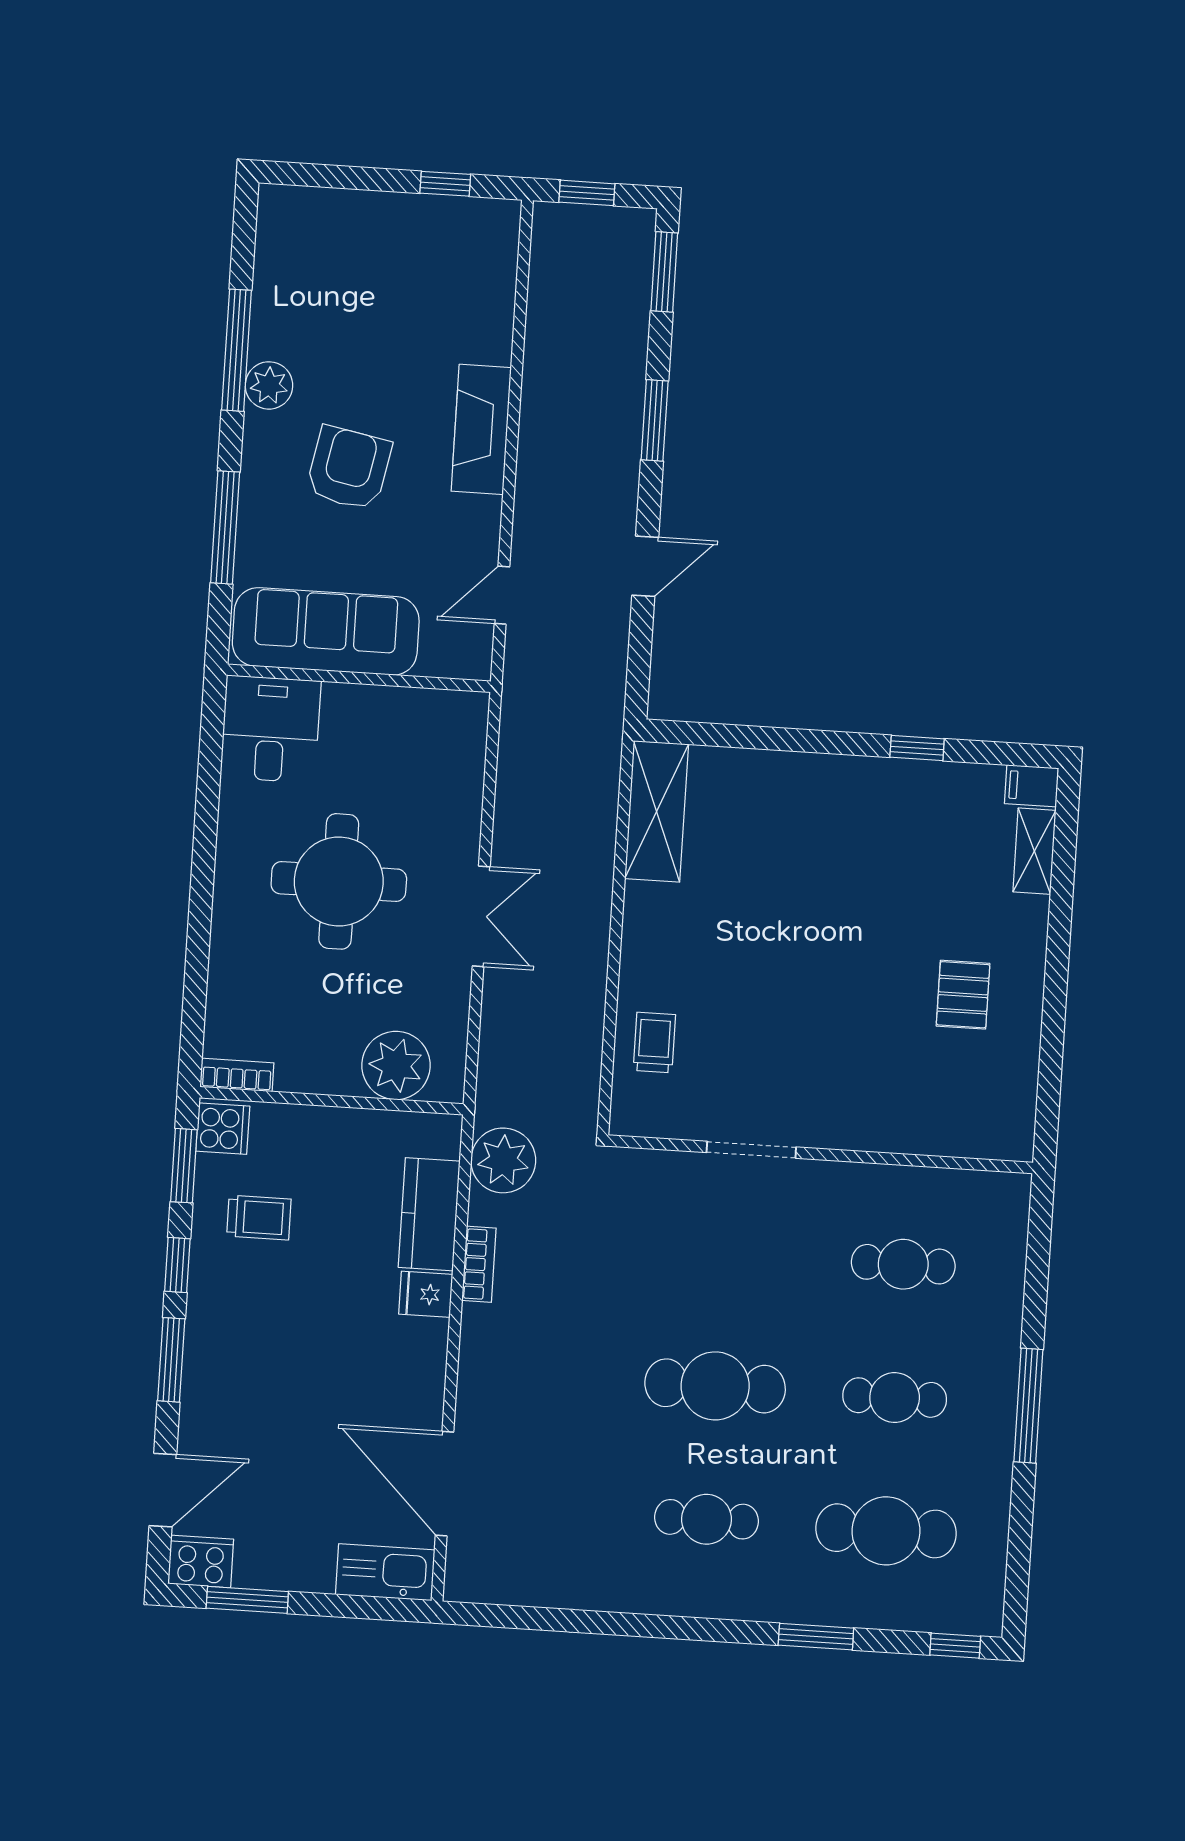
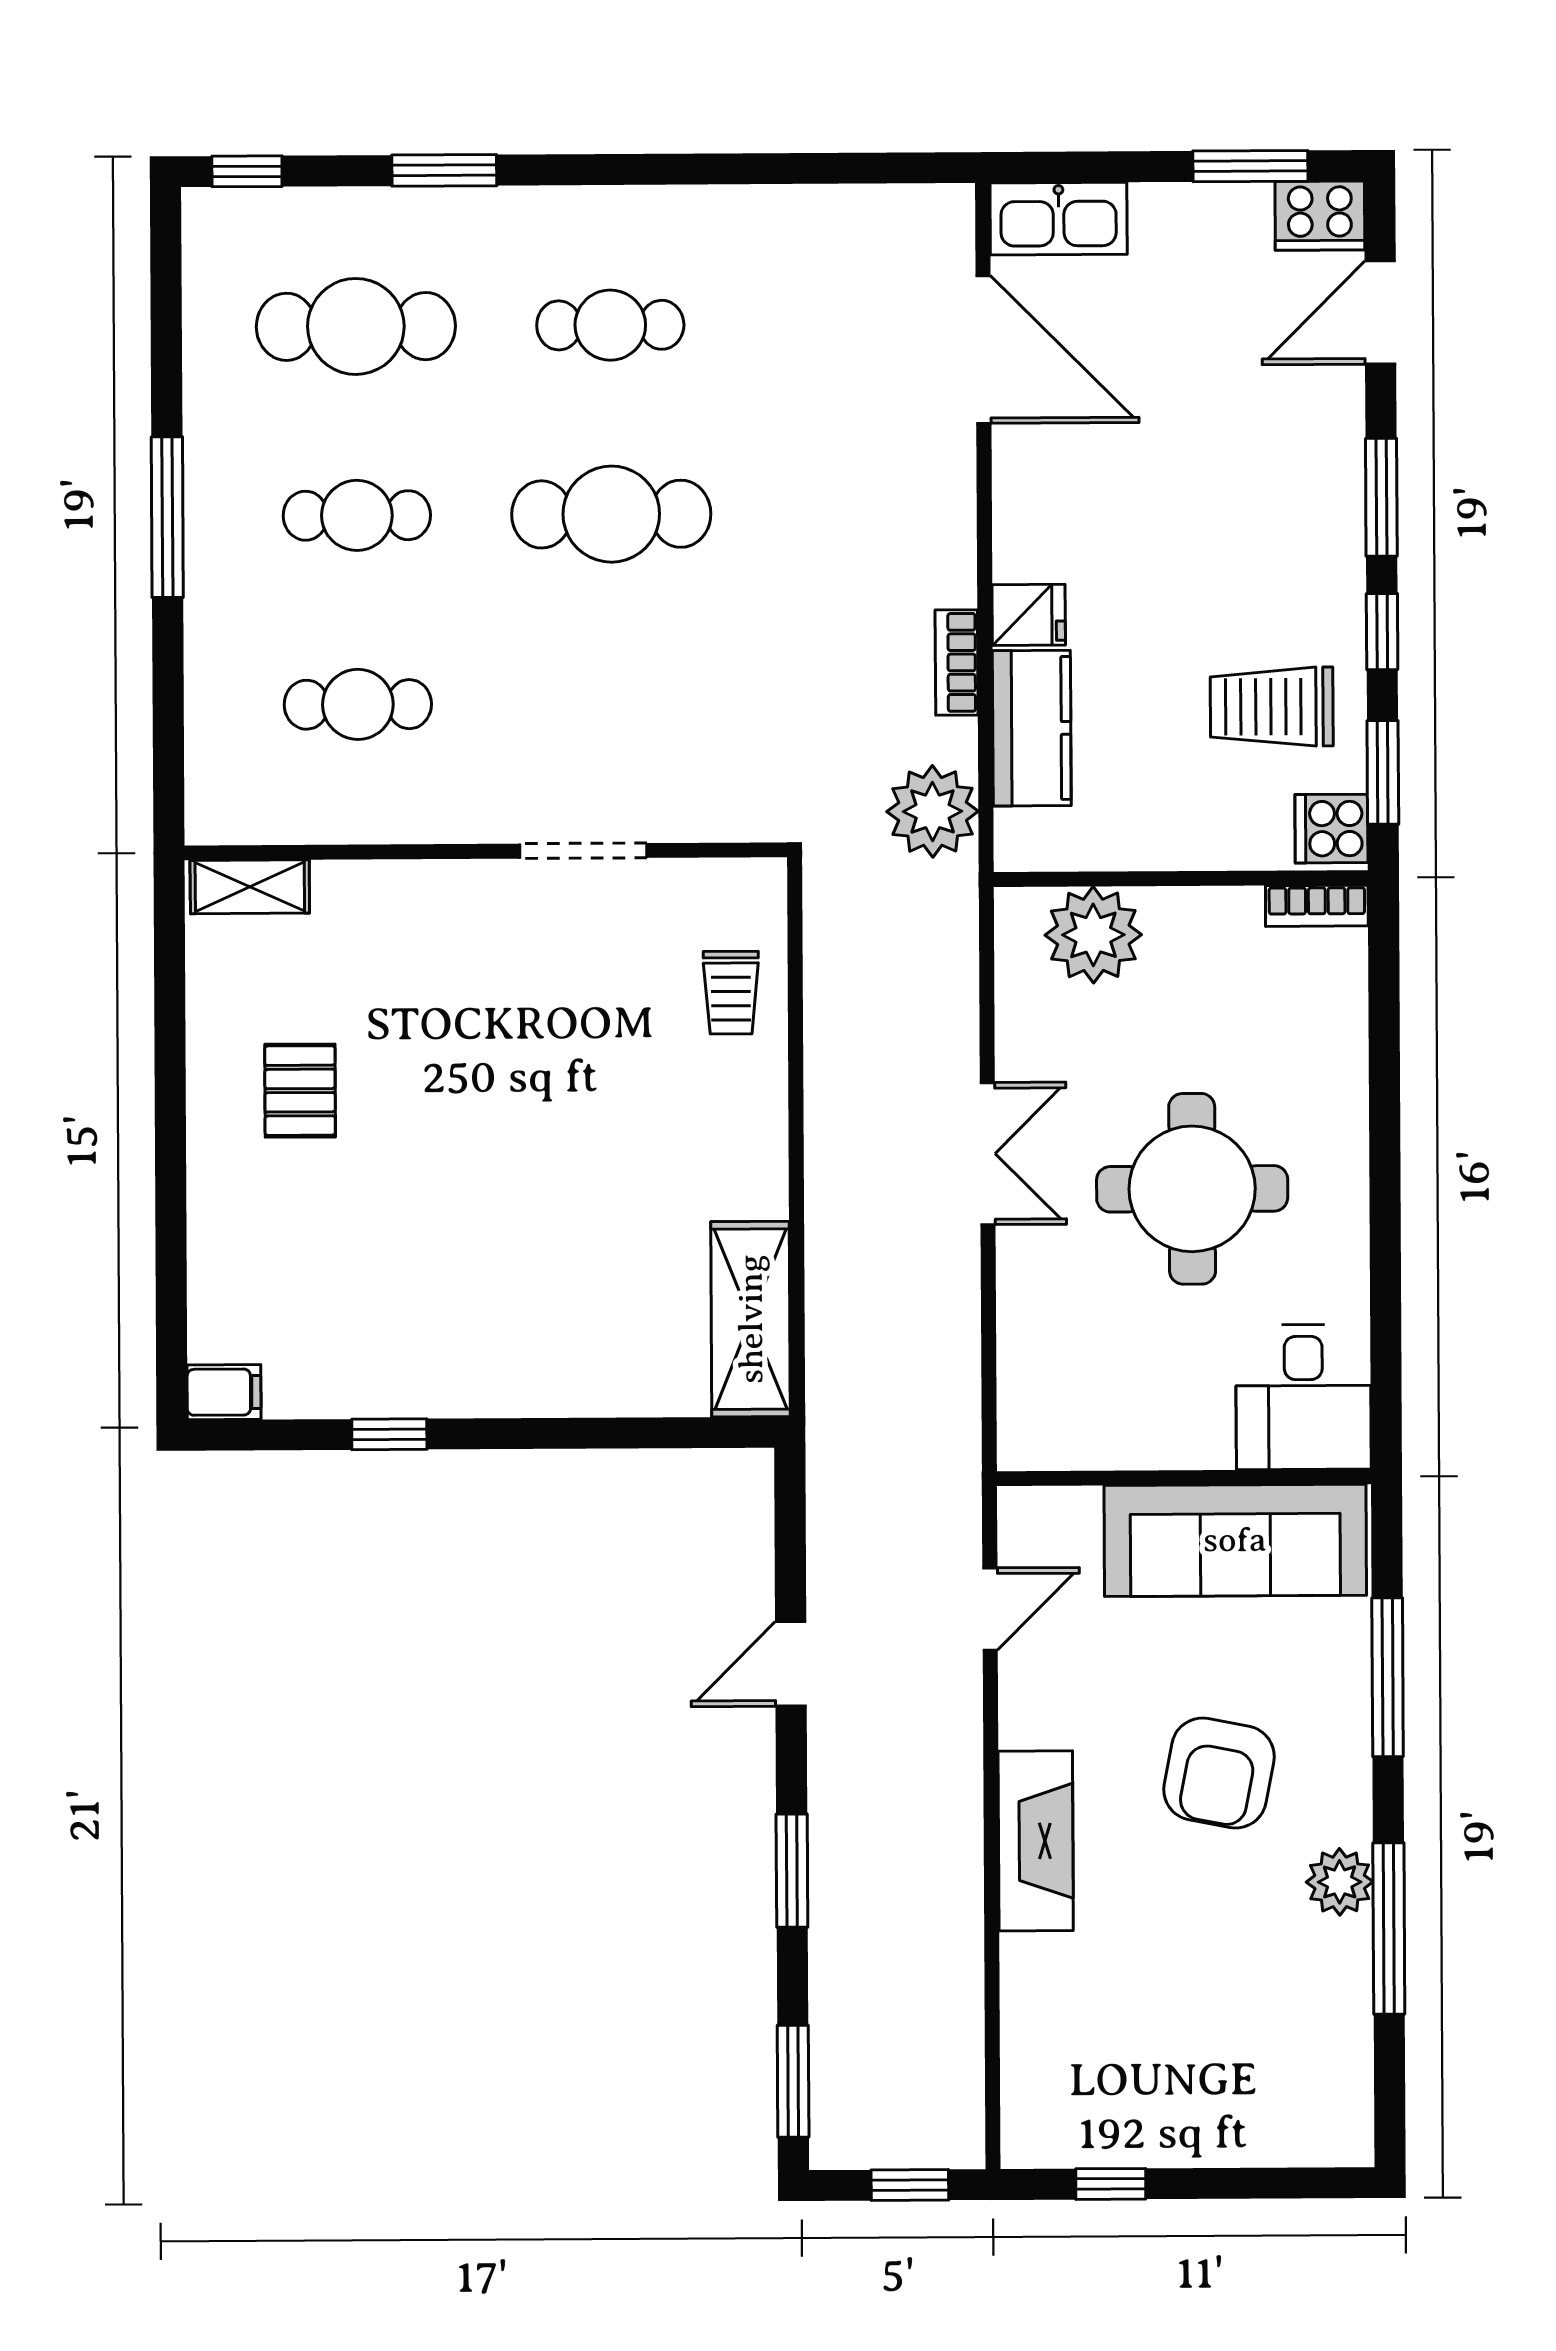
shelving: (1034, 851) -> (250, 887), moved, turned 90
double door: (481, 916) -> (988, 1154), swing flipped
trolley: (259, 1218) -> (1272, 707), width x1.36, depth x1.39

